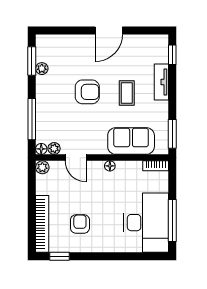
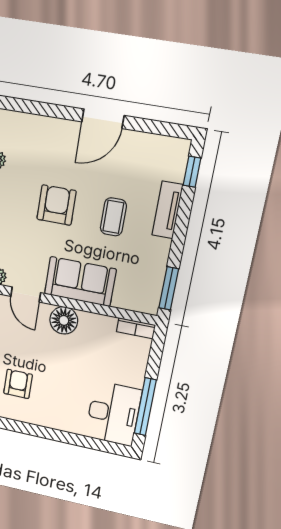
armchair: (87, 92) -> (56, 205), turned -90
sofa: (131, 141) -> (80, 282), moved
floor lamp: (110, 166) -> (64, 320), width x1.89, depth x1.89
desk: (146, 223) -> (113, 414), width x0.73, depth x0.77

